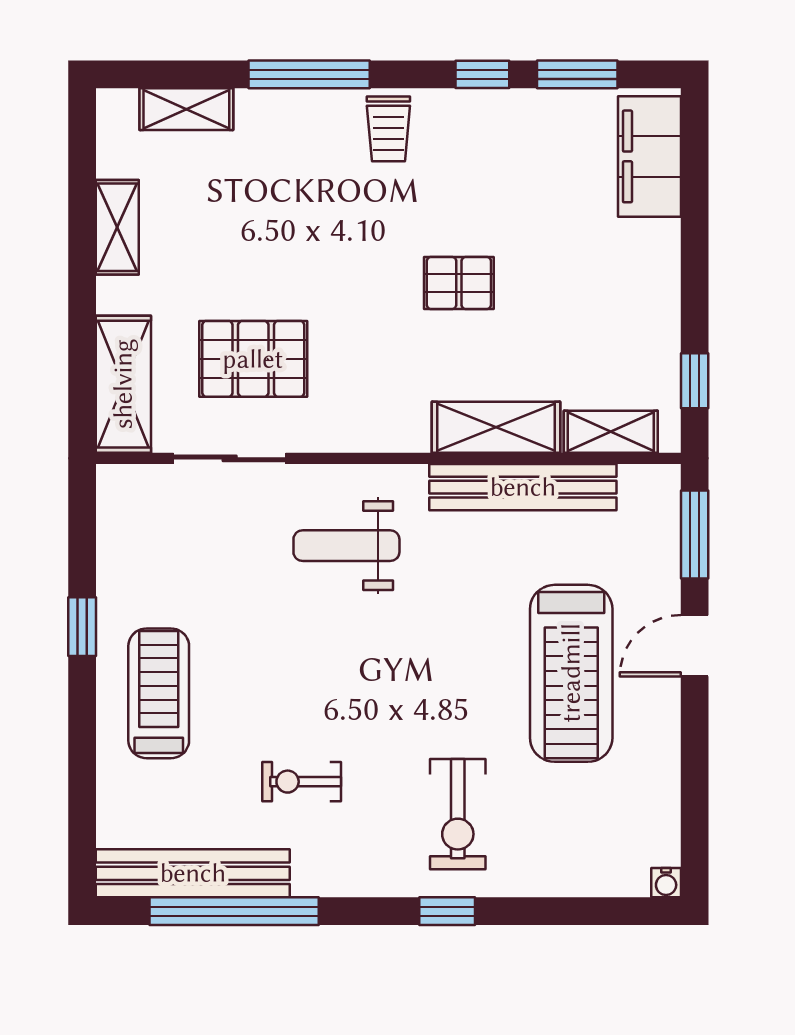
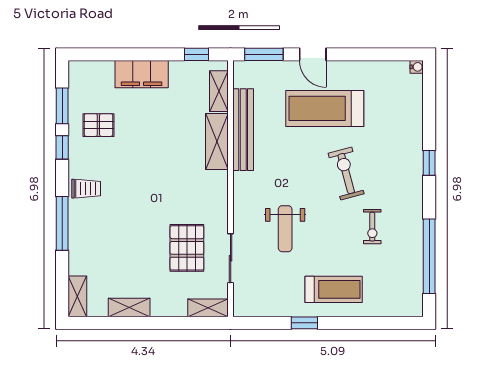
shelving: (186, 109) -> (77, 296), moved
filing cabinet: (649, 156) -> (142, 74), moved
pallet: (459, 283) -> (98, 125), moved, turned 90
shelving: (123, 384) -> (208, 308), width x0.67, depth x0.75
weight bench: (346, 546) -> (285, 229), moved
treadmill: (571, 673) -> (325, 108), turned 180
treadmill: (159, 693) -> (334, 289), turned 180
exercise bike: (458, 814) -> (346, 174), moved, turned -105
bench: (193, 873) -> (413, 274), removed

